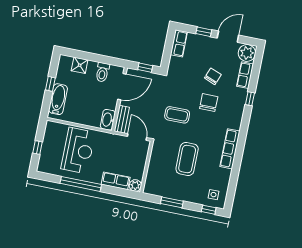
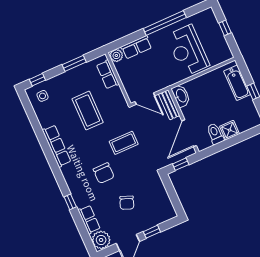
row of seats: (179, 43) -> (108, 74), moved
shower: (80, 65) -> (230, 130), moved
chair: (213, 76) -> (127, 203), moved

